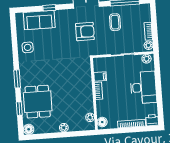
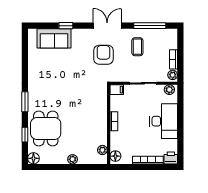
armchair: (85, 32) -> (103, 55), turned -90
side table: (28, 47) -> (39, 68), removed
filing cabinet: (100, 76) -> (117, 90), moved

